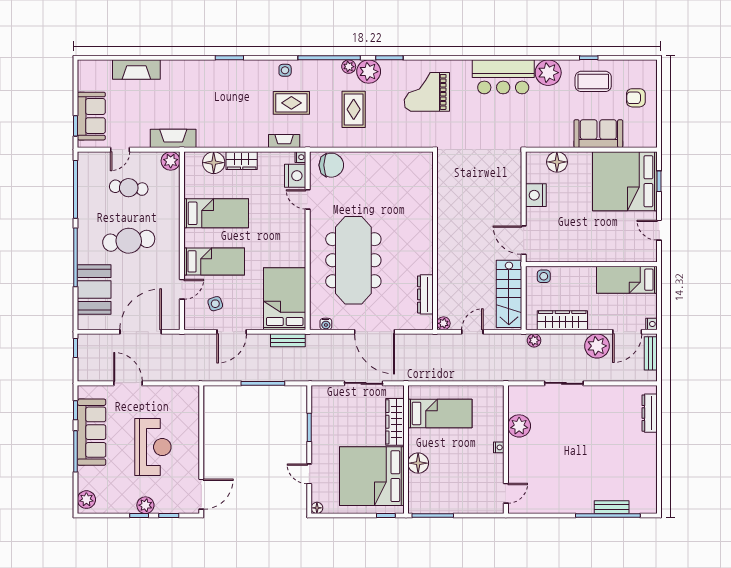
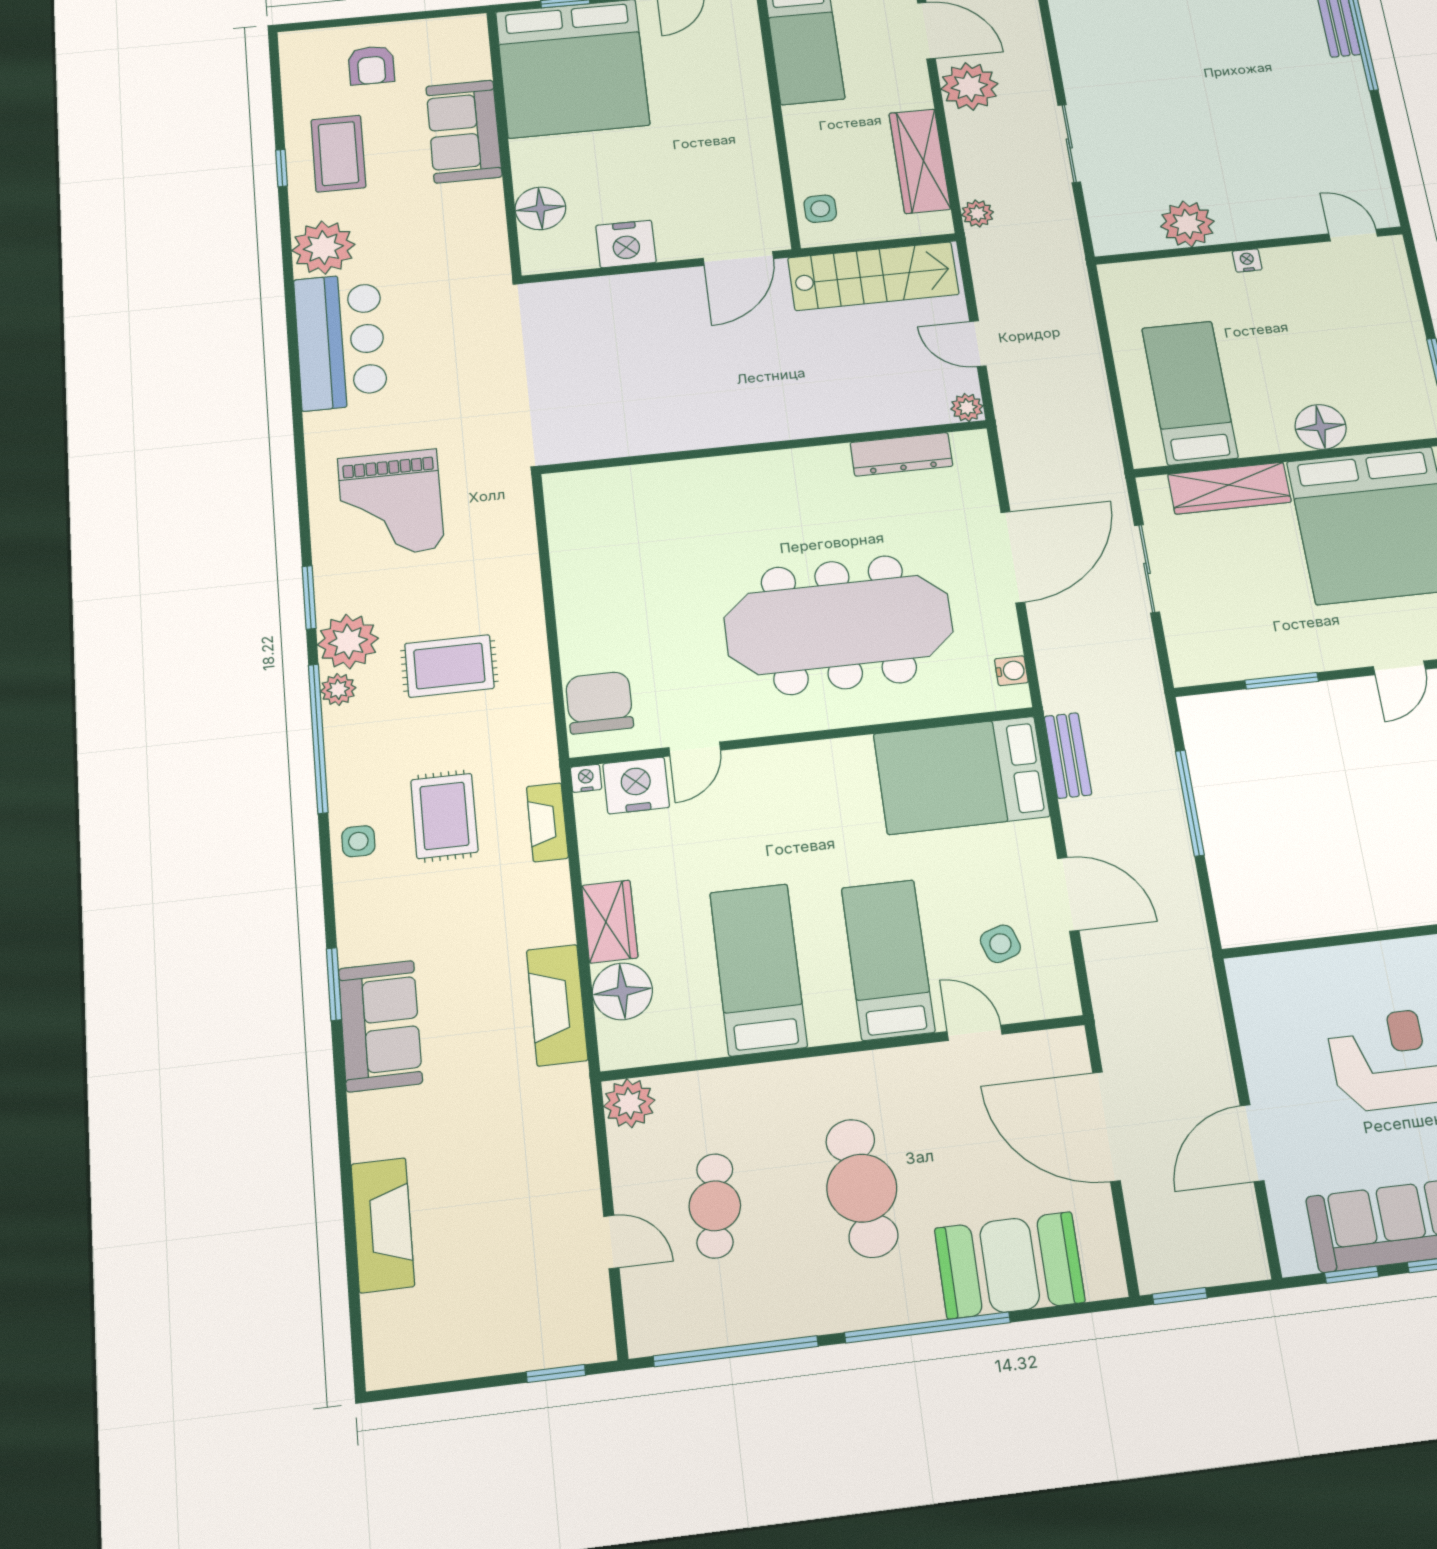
sofa: (91, 116) -> (380, 1026), moved, turned 90
fireplace: (173, 138) -> (557, 1005), moved

